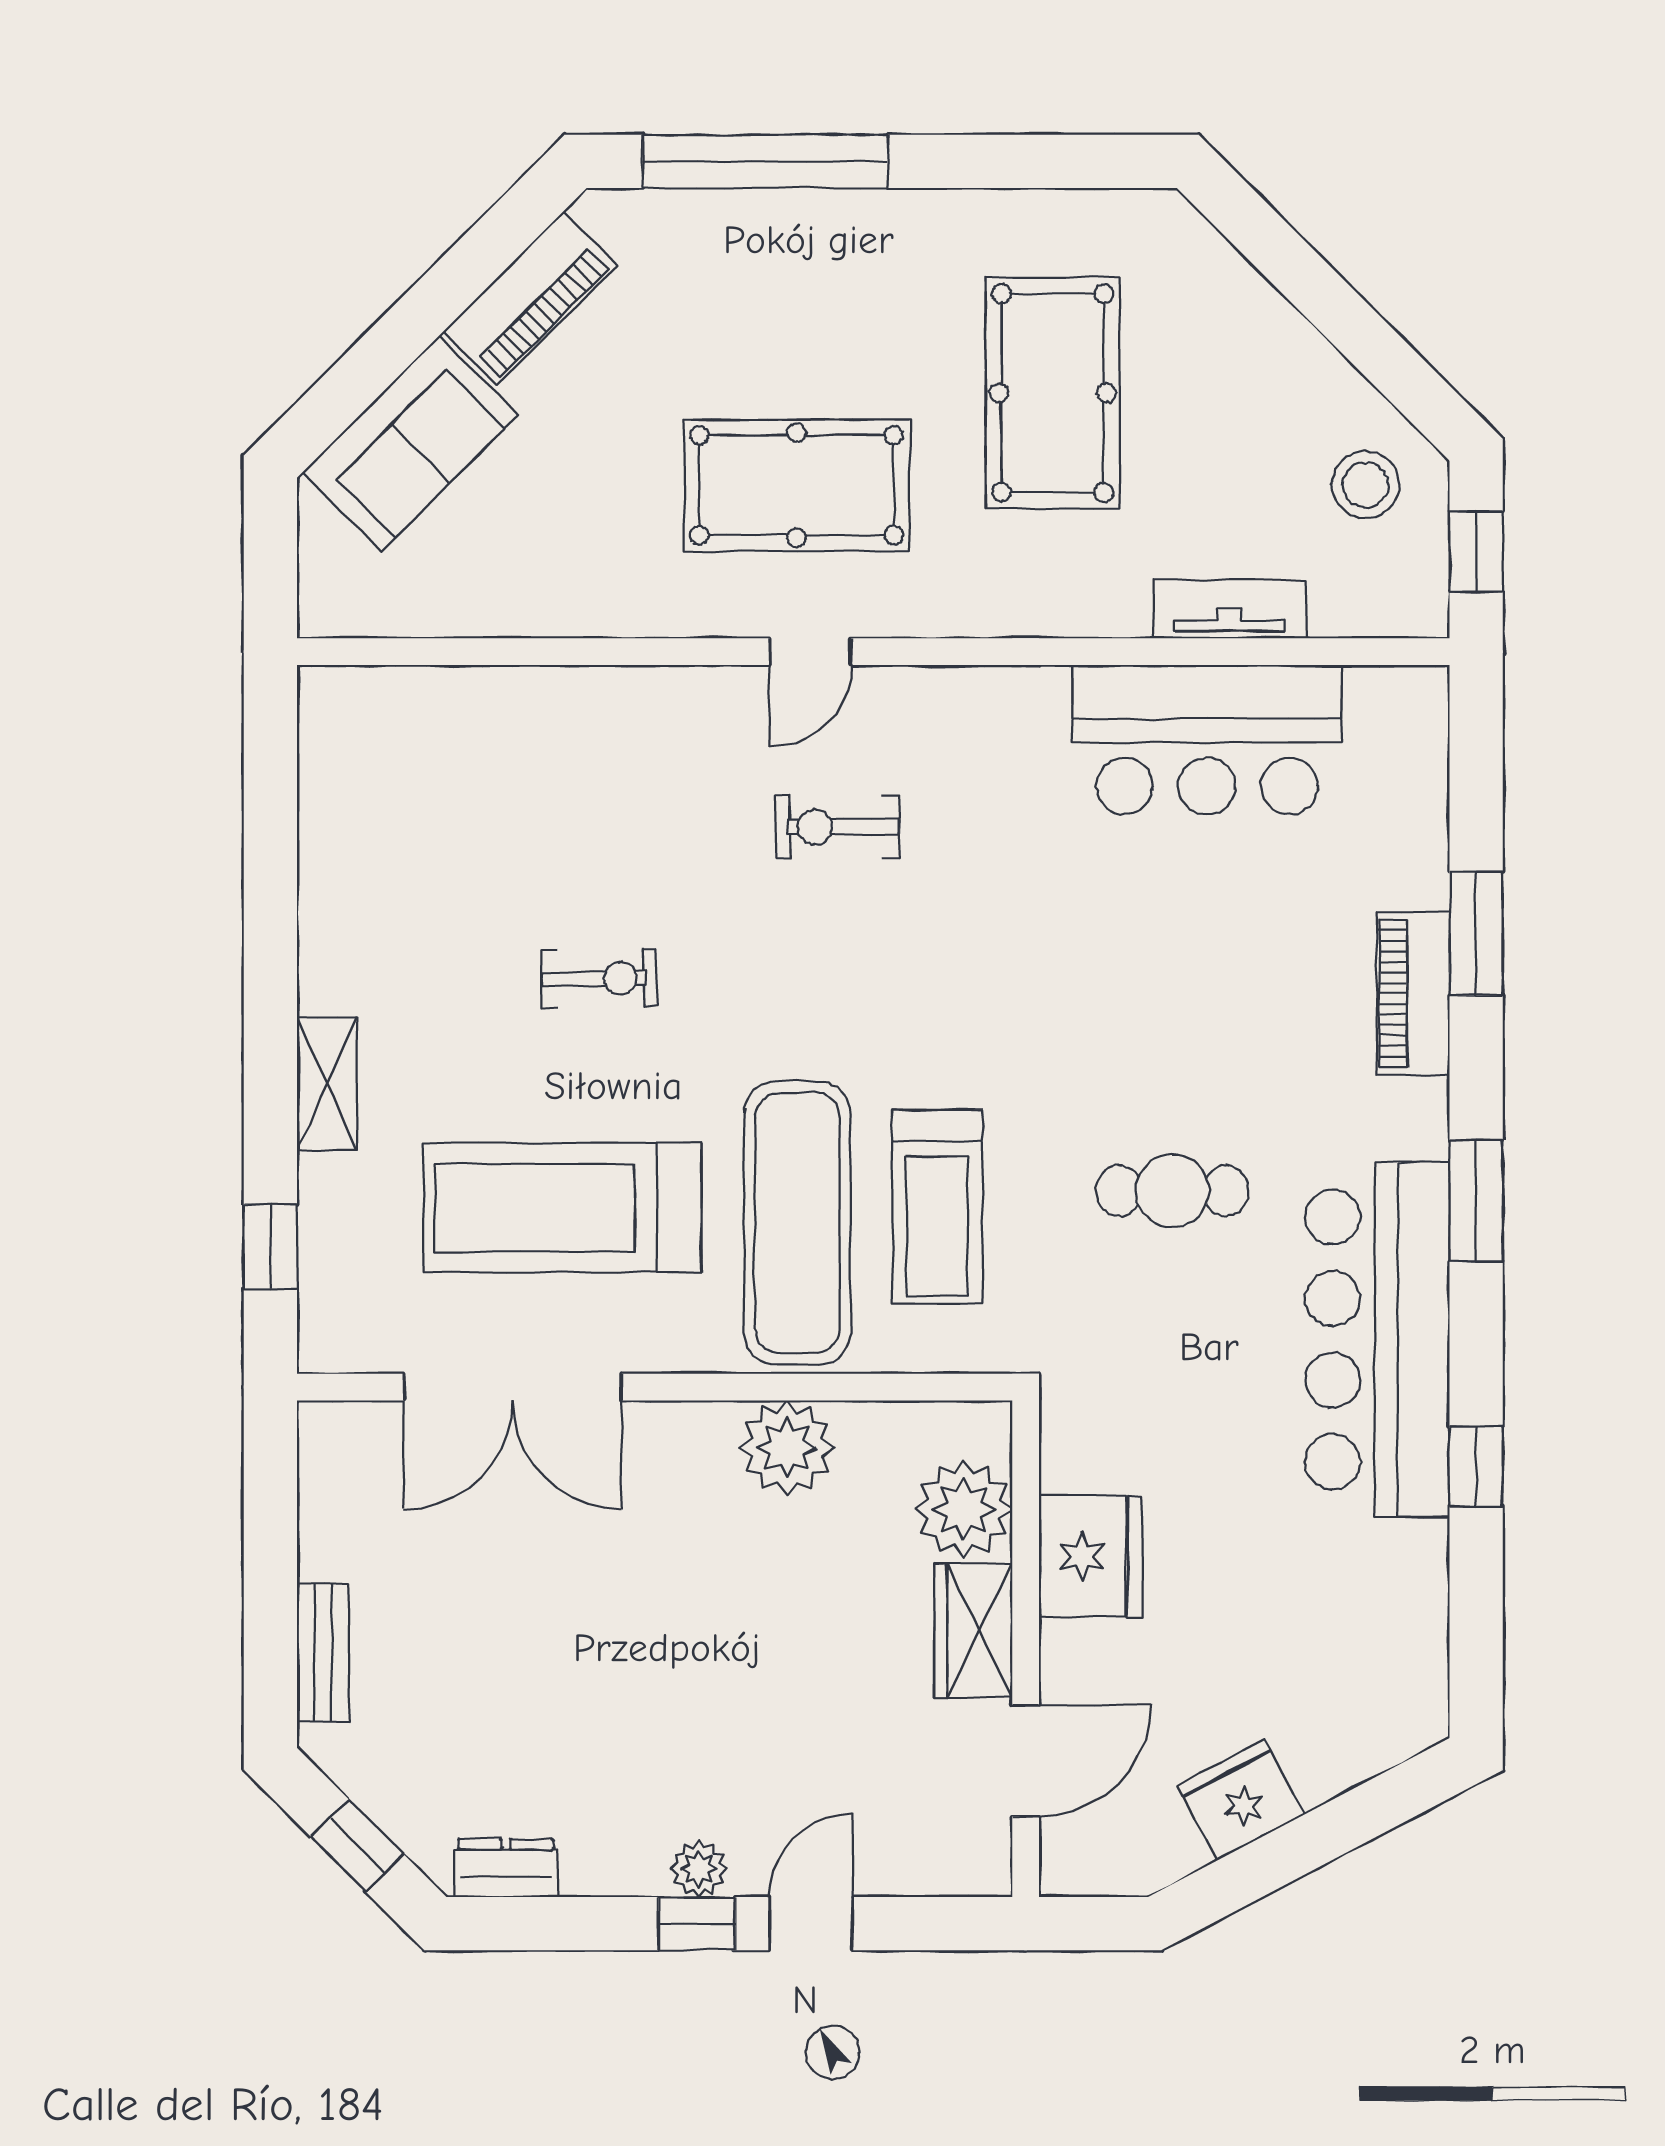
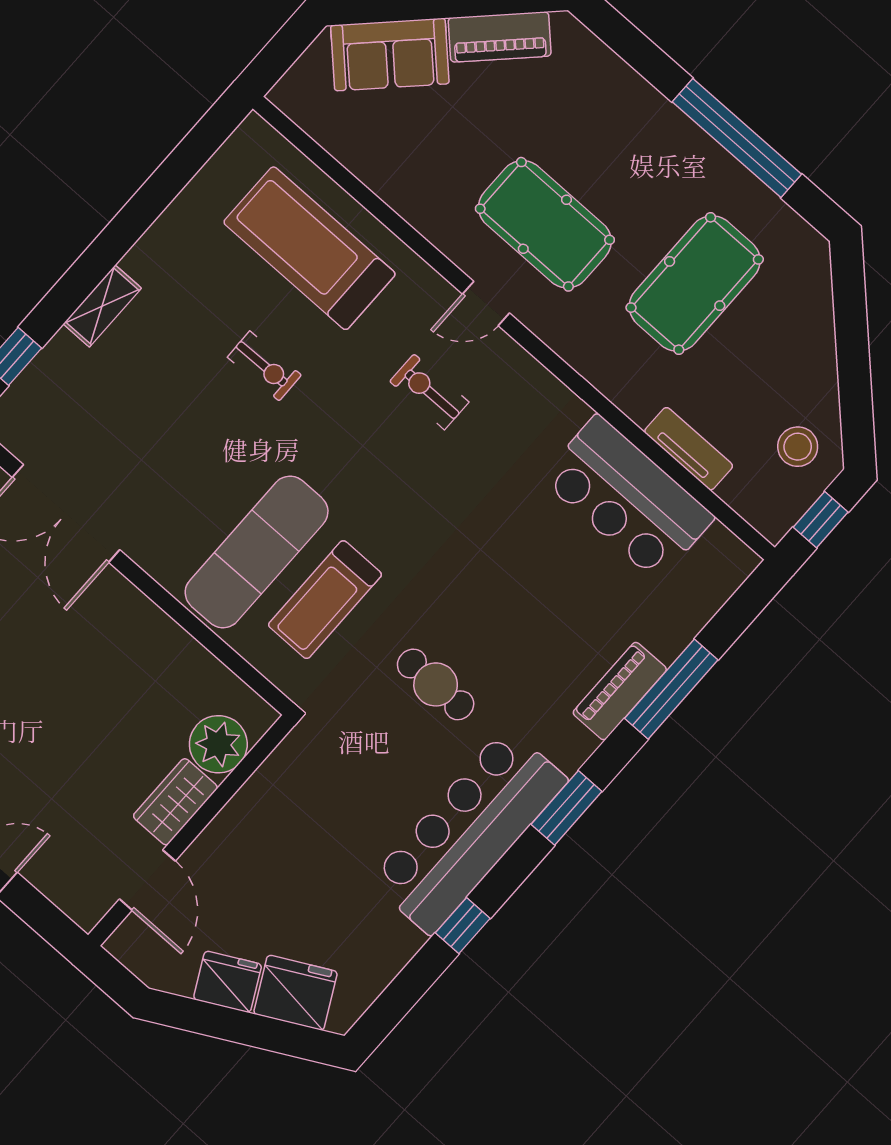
window: (765, 161) -> (737, 138), moved
window: (1476, 933) -> (671, 689), width x1.44
treadmill: (562, 1208) -> (309, 248), moved
plant: (787, 1448) -> (164, 648), removed
fridge: (1091, 1556) -> (295, 993), moved, turned -118
door: (1026, 1761) -> (147, 880), hinge flipped

